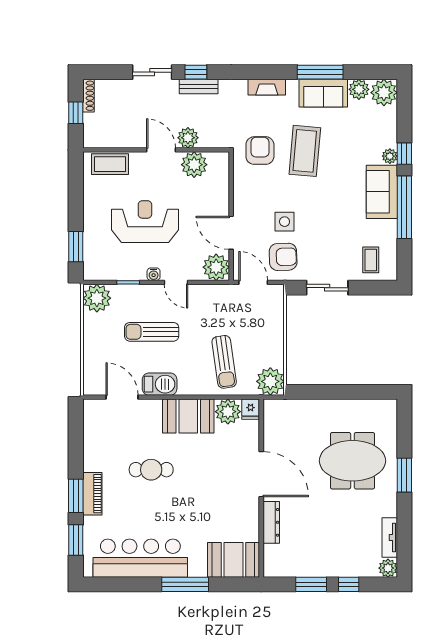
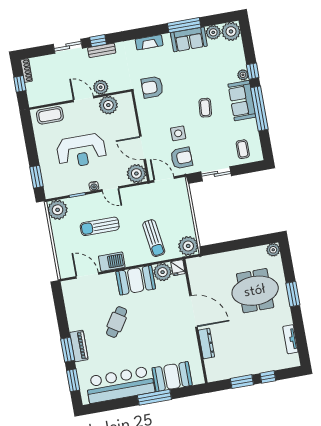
armchair: (260, 151) -> (152, 87), turned -90
coffee table: (305, 151) -> (205, 108), moved, width x0.54, depth x0.58
reception desk: (145, 222) -> (81, 151), turned 180
cafe table: (151, 470) -> (117, 322), turned -57
booth: (234, 560) -> (172, 377), moved
plant: (388, 568) -> (273, 250), moved

